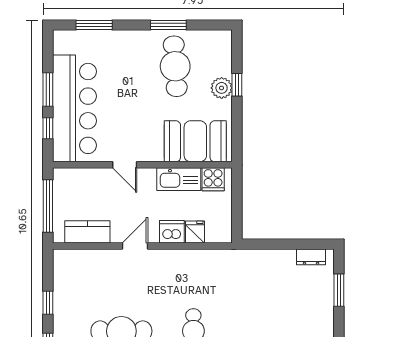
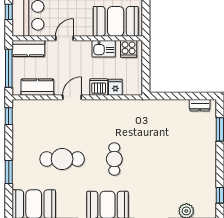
door: (125, 165) -> (64, 38), swing flipped
kitchen counter: (75, 179) -> (28, 49), added
kitchen sink: (179, 179) -> (104, 49), width x0.73
window: (48, 303) -> (9, 116), moved

